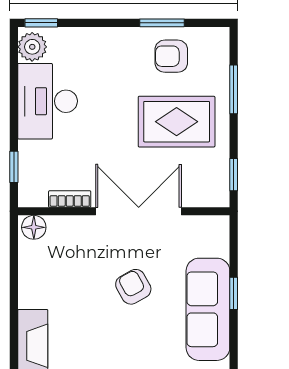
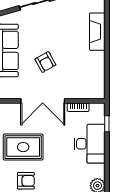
desk: (48, 101) -> (90, 144), moved
floor lamp: (34, 227) -> (97, 93), removed

